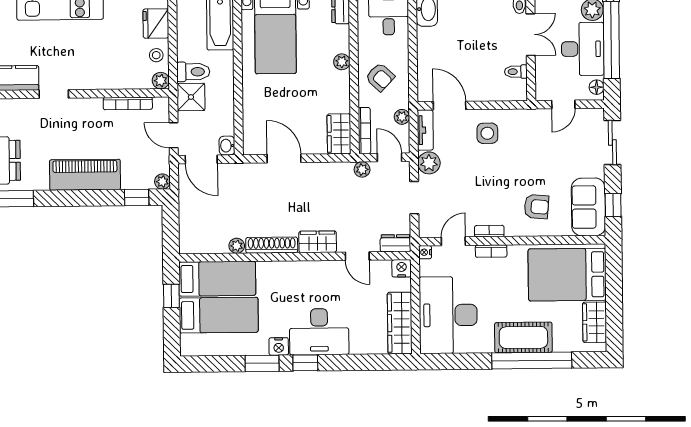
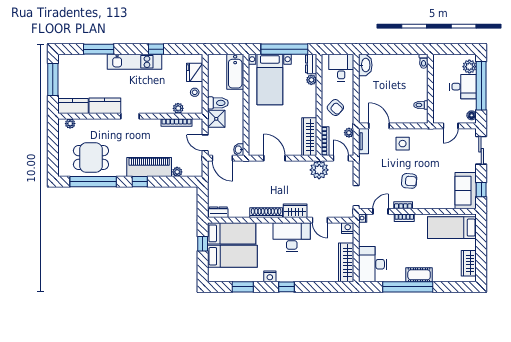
double door: (531, 35) -> (430, 82), removed
desk: (583, 49) -> (463, 87), width x0.73
plant: (342, 62) -> (311, 80), moved
plant: (161, 81) -> (178, 108), moved
wardrobe: (339, 134) -> (309, 137), width x1.50
plant: (429, 163) -> (366, 162), removed
plant: (362, 169) -> (319, 170), width x1.88, depth x1.88
plant: (162, 182) -> (177, 172), moved
window: (137, 197) -> (140, 182), moved
doorway: (414, 198) -> (356, 196), moved
armchair: (536, 207) -> (409, 181), moved
dresser: (396, 243) -> (218, 212), moved
plant: (237, 246) -> (244, 213), removed
bed: (567, 275) -> (452, 228), width x0.67
desk: (448, 315) -> (373, 264), width x0.73, depth x0.77
desk: (319, 332) -> (292, 237), moved, turned 180
cot: (523, 337) -> (419, 275), width x0.73, depth x0.75
window: (532, 360) -> (408, 287), moved
window: (262, 363) -> (243, 287), moved

